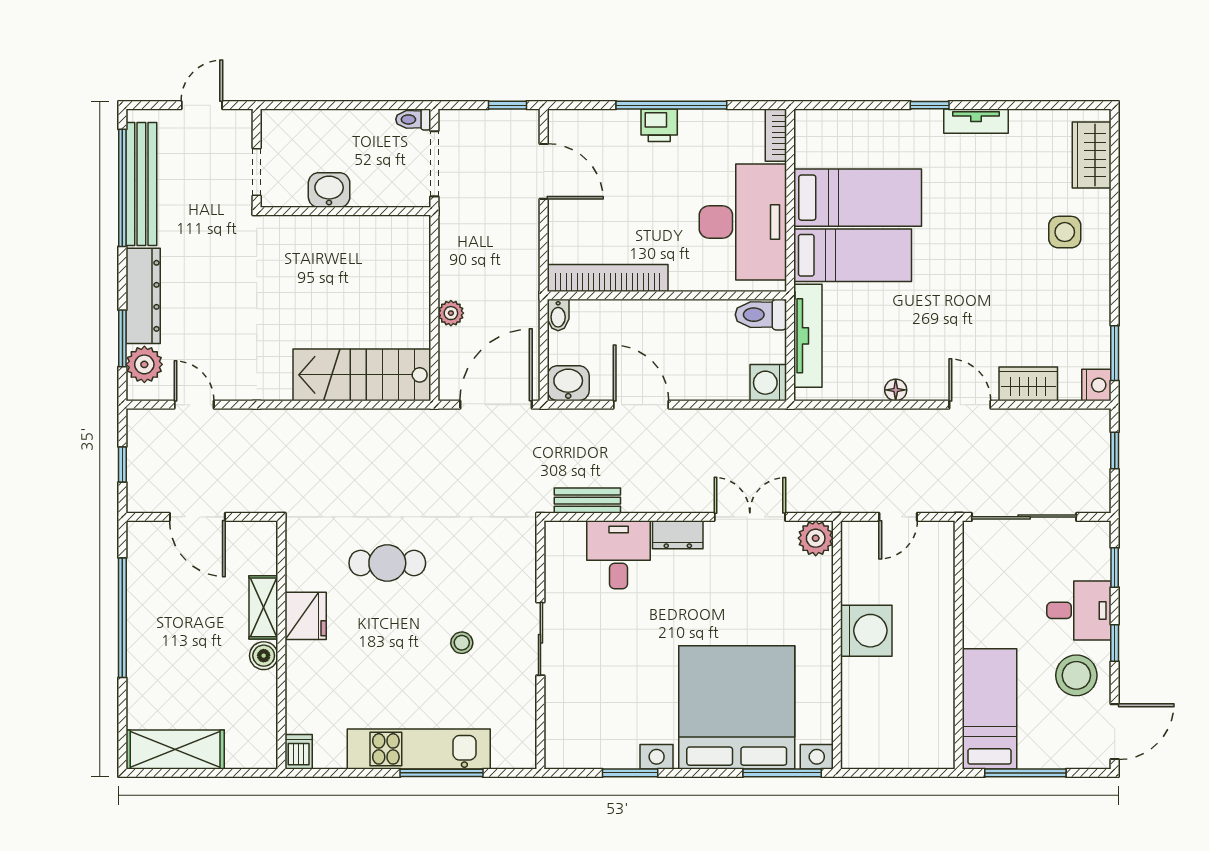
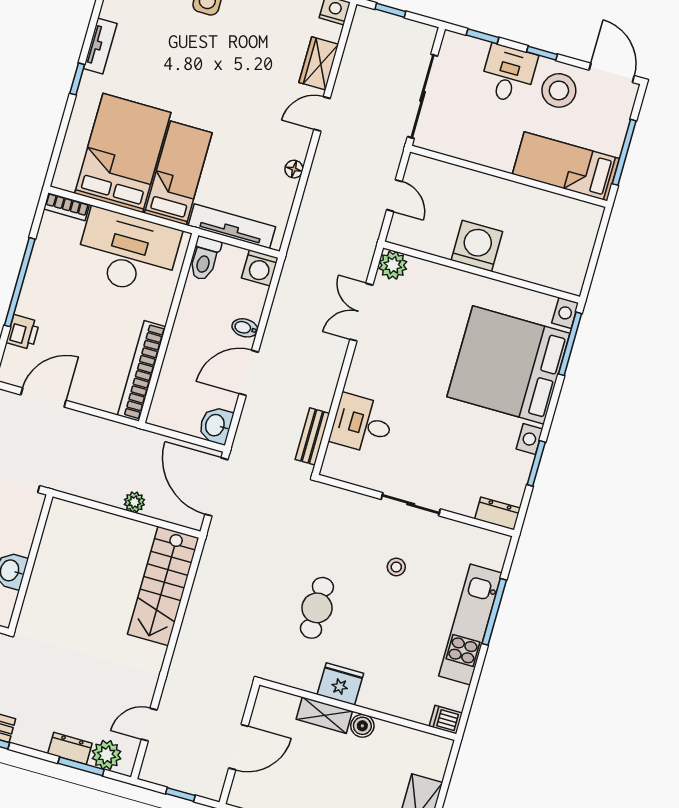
printer: (659, 125) -> (23, 332), moved
bed: (858, 198) -> (123, 153), width x1.50
dresser: (143, 296) -> (70, 748), width x0.51, depth x0.80
bidet: (558, 315) -> (245, 328), moved, turned 180
dresser: (678, 535) -> (497, 514), moved, turned -90

